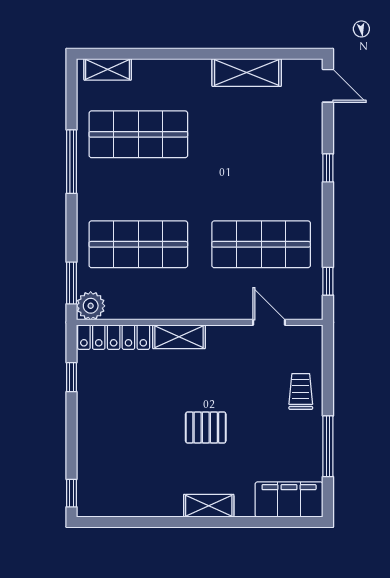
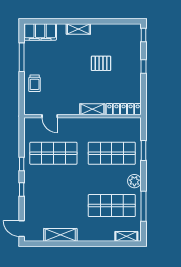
window: (72, 162) -> (143, 206), moved
window: (328, 281) -> (22, 164), moved
window: (72, 283) -> (143, 150), moved
plant: (91, 306) -> (134, 181), moved
window: (72, 377) -> (143, 67), moved
pallet: (206, 427) -> (101, 63), moved

